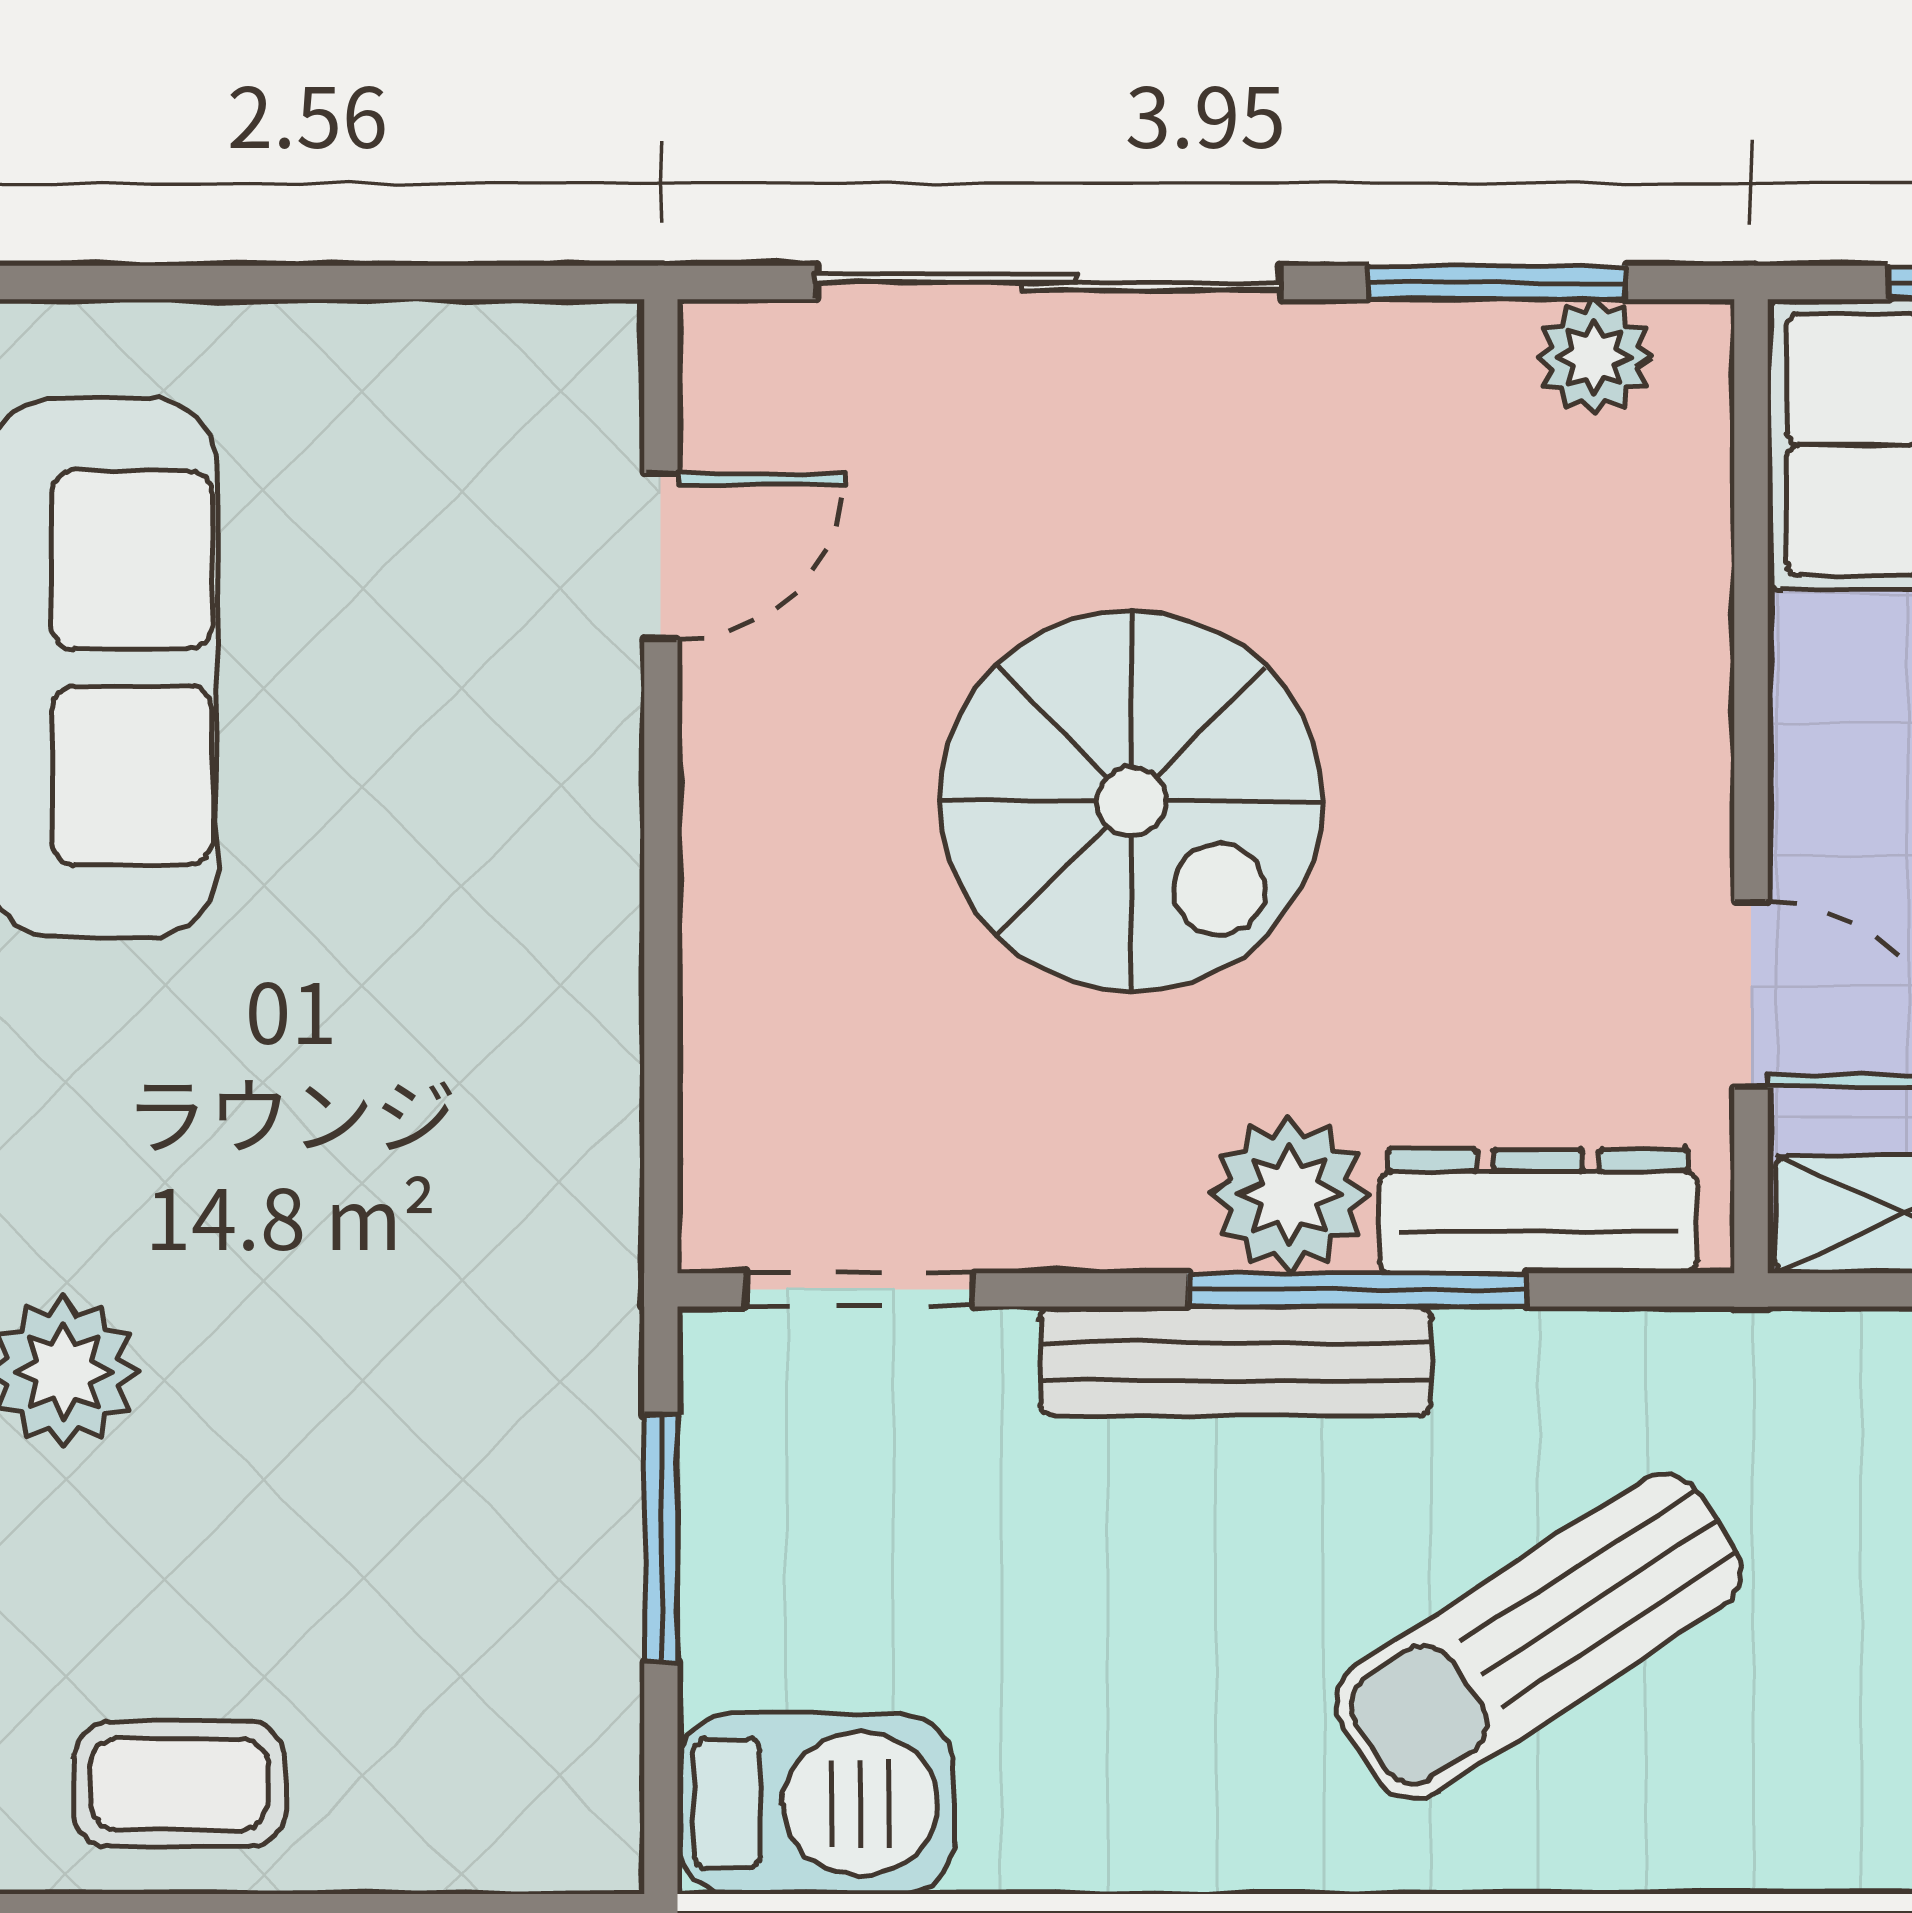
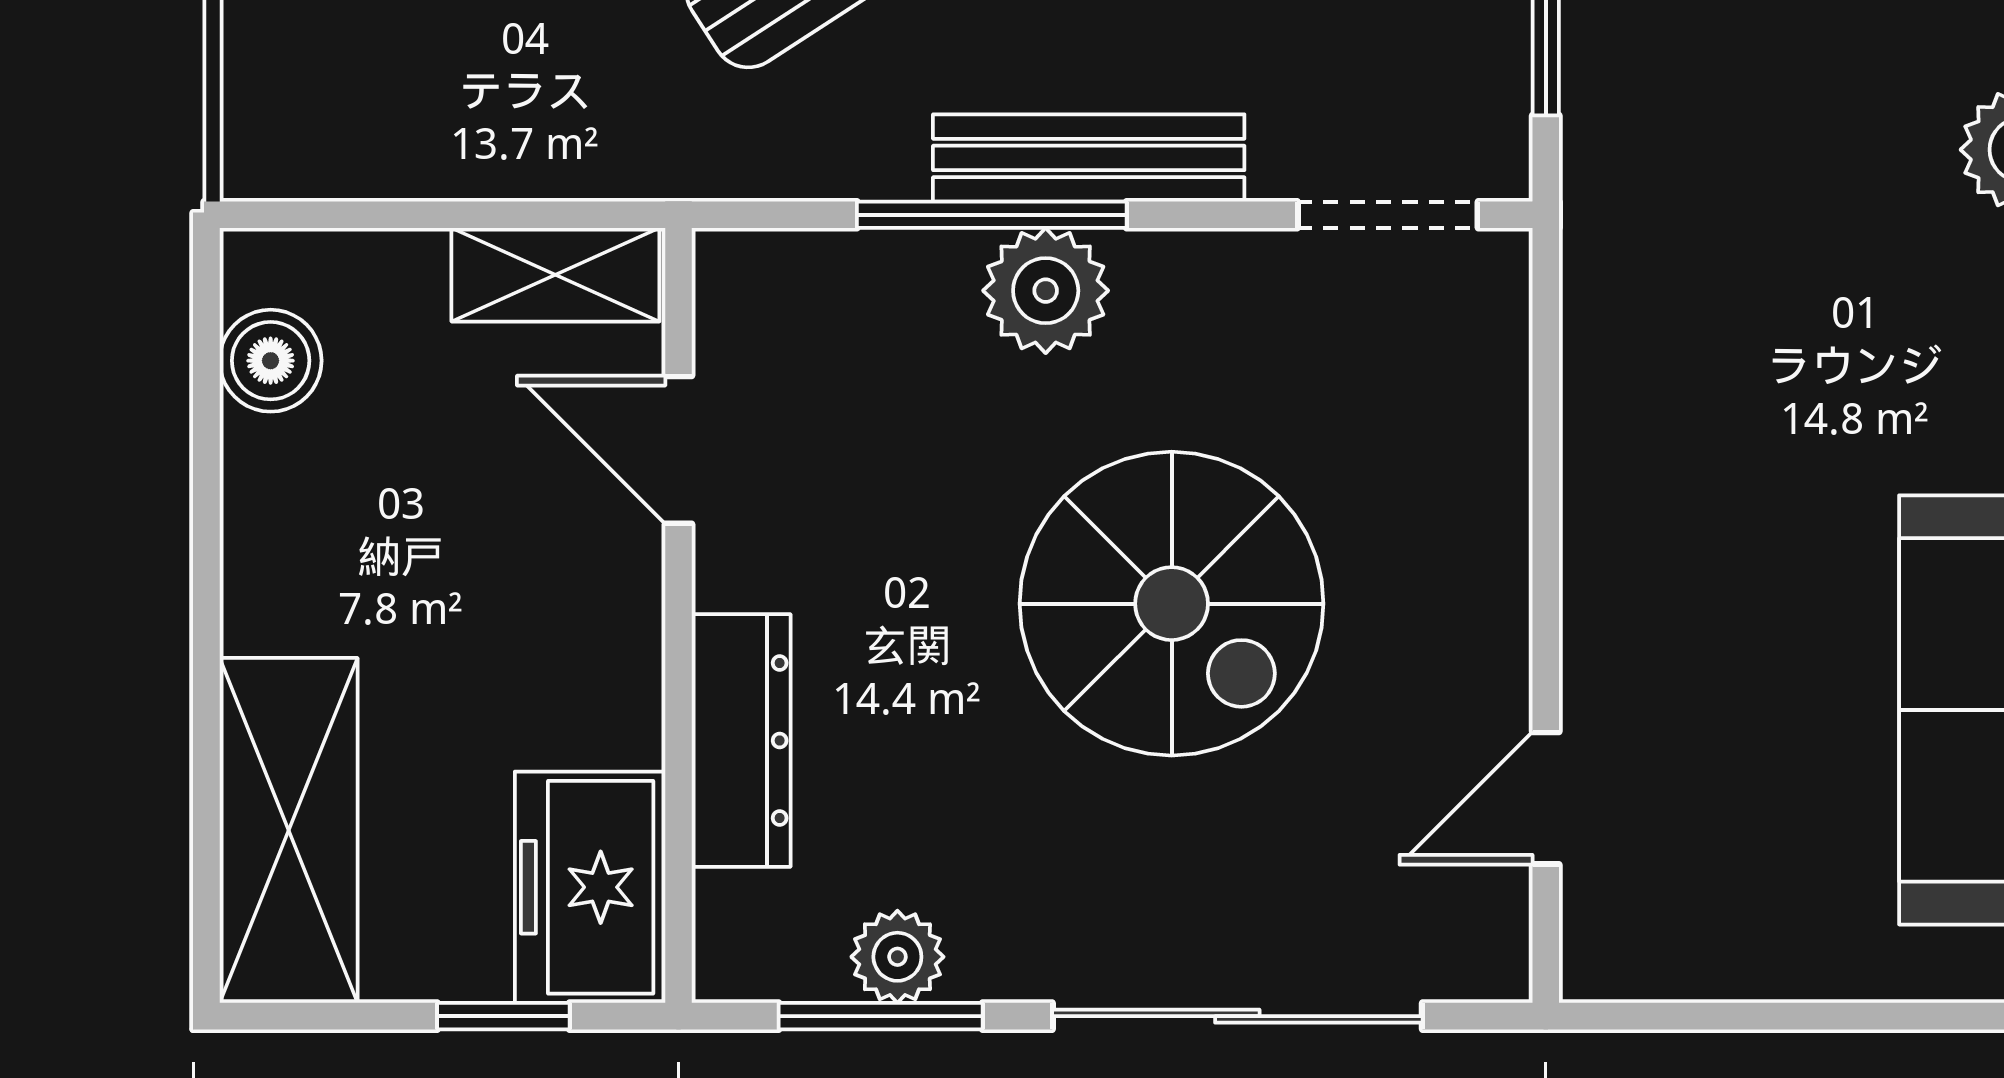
plant: (1594, 357) -> (897, 957), moved
spiral stairs: (1131, 801) -> (1172, 604), turned 180
dresser: (1538, 1211) -> (741, 741), moved, turned -90

